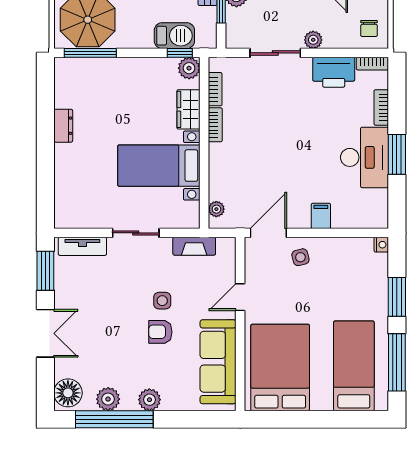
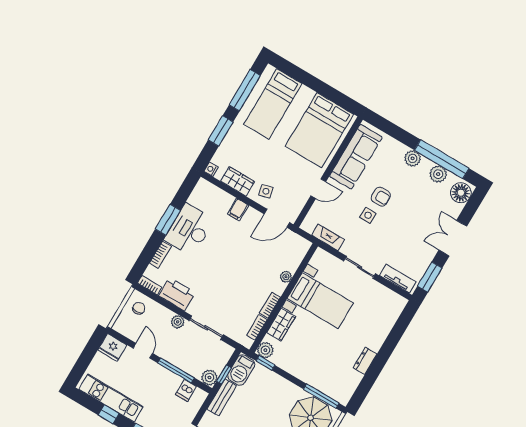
barbecue: (174, 36) -> (241, 370), moved, turned -90
plant: (216, 209) -> (286, 277), moved
wardrobe: (341, 249) -> (238, 181), added

